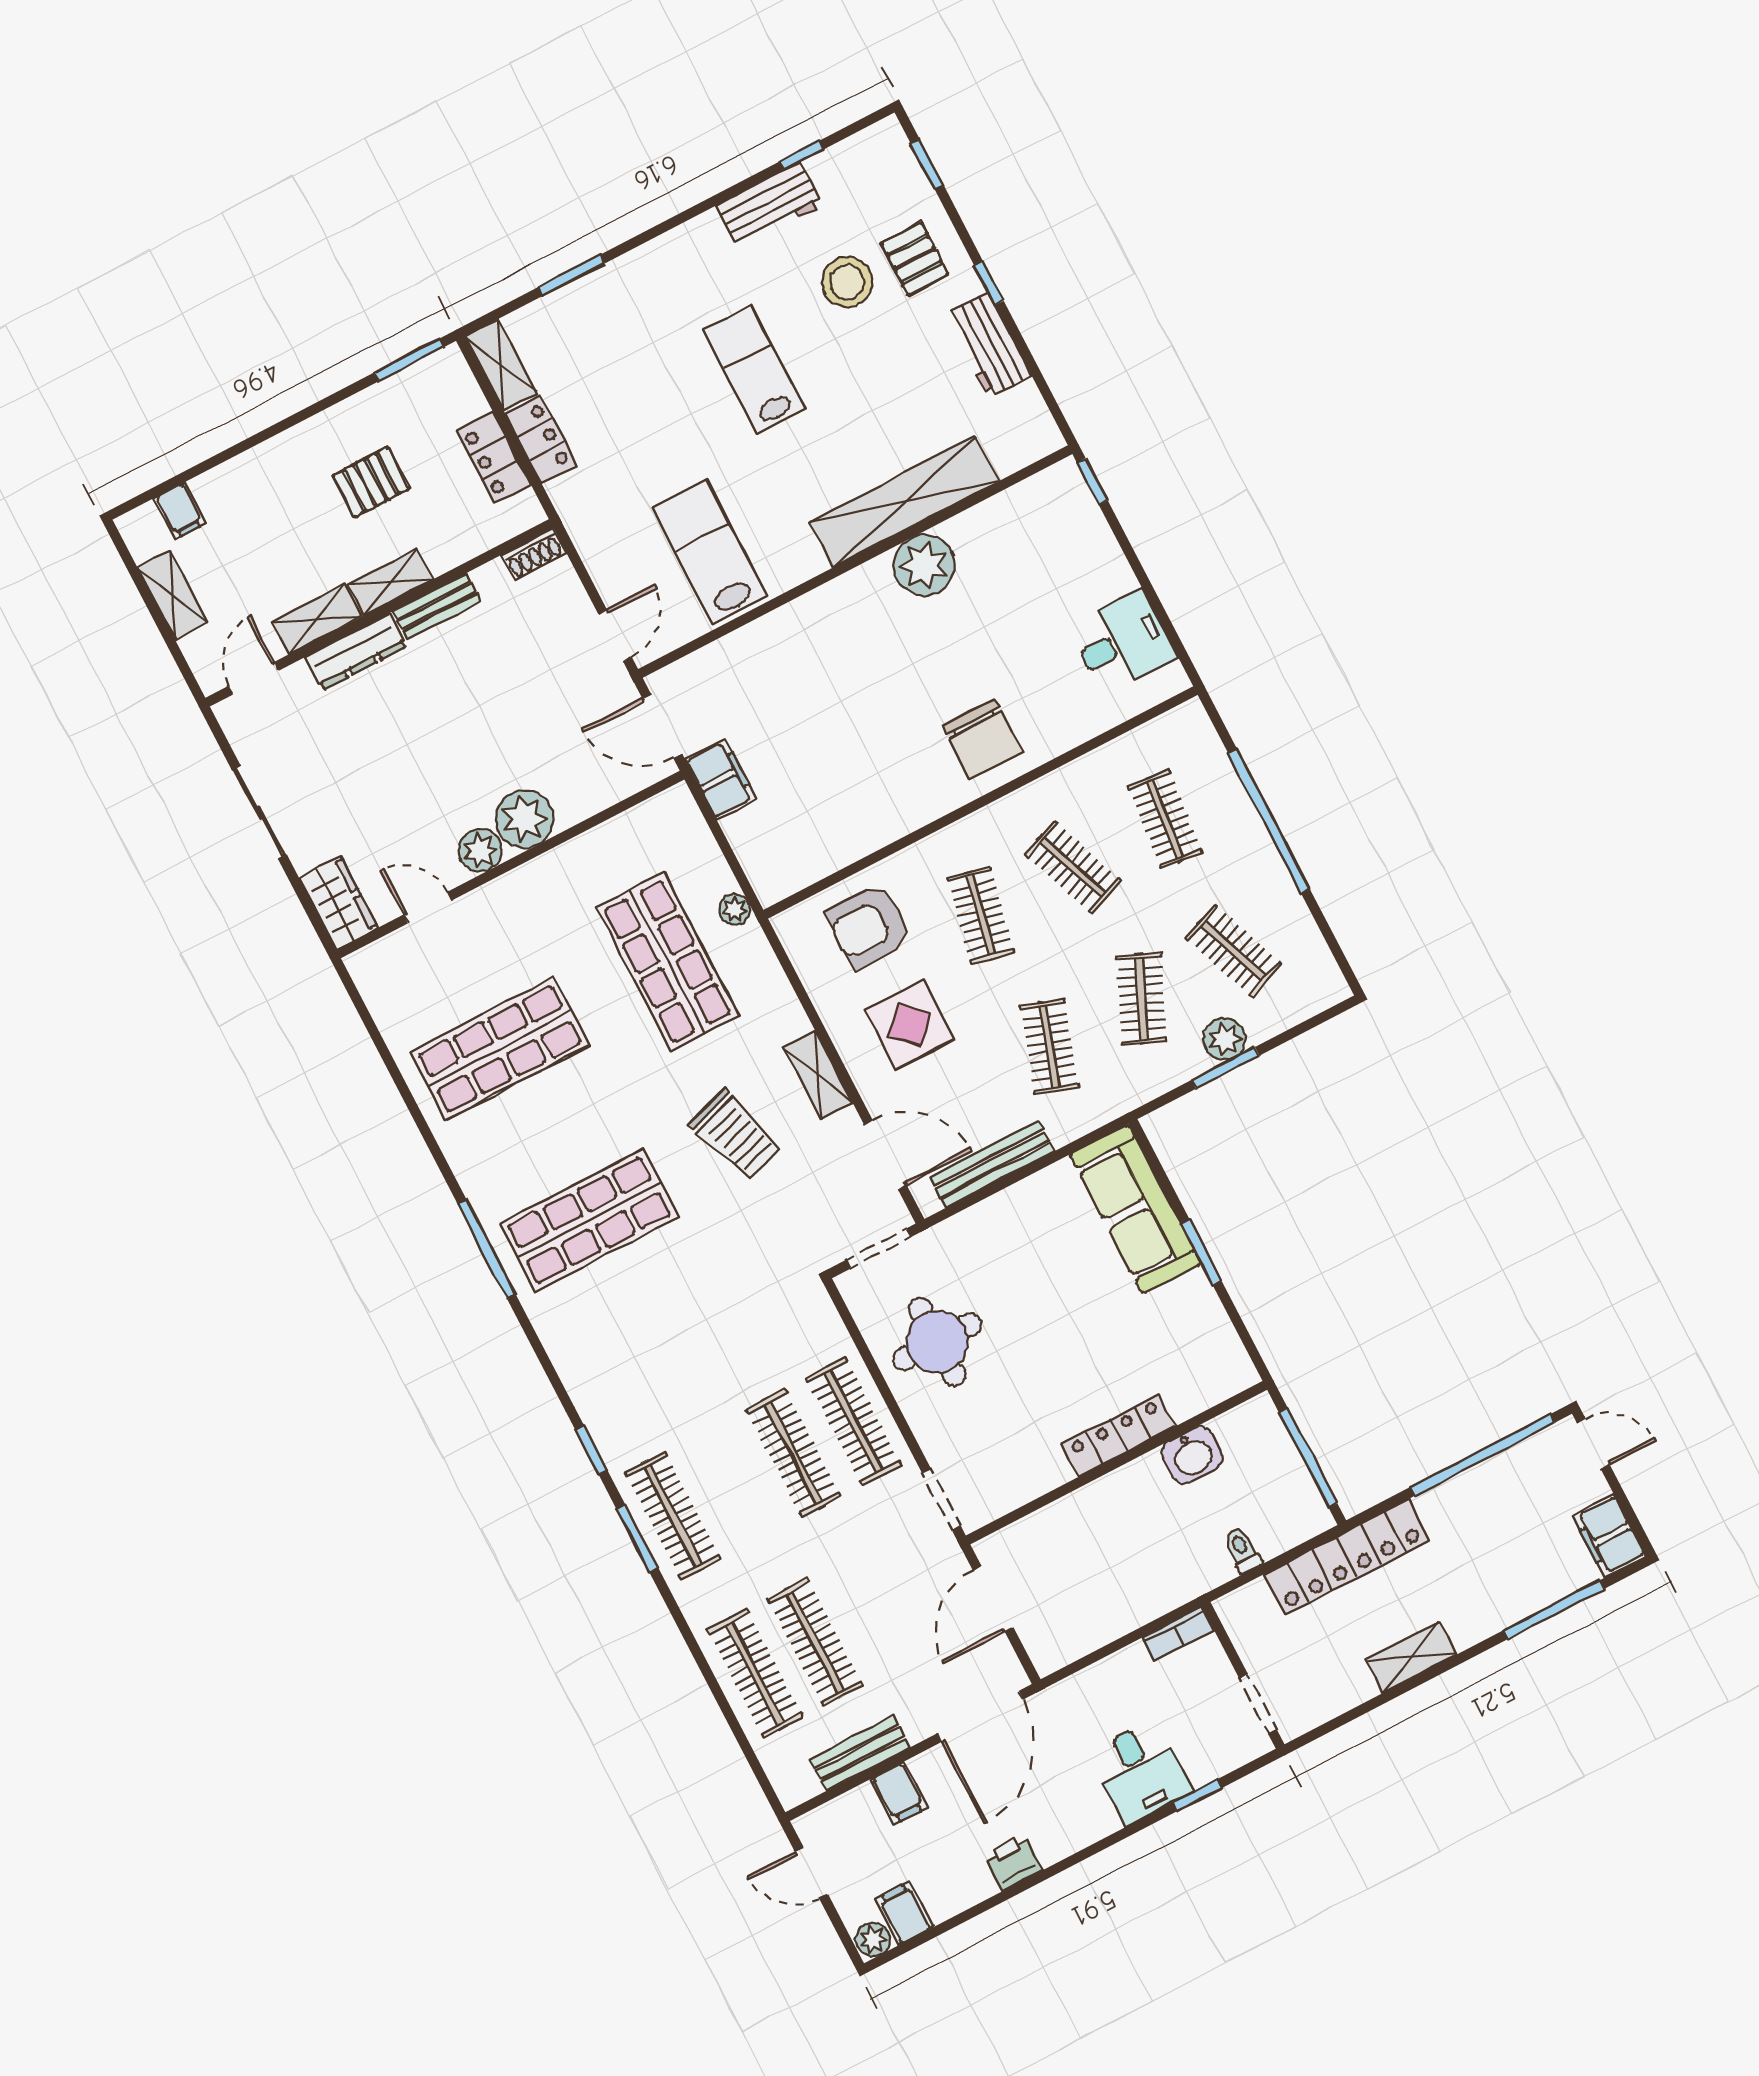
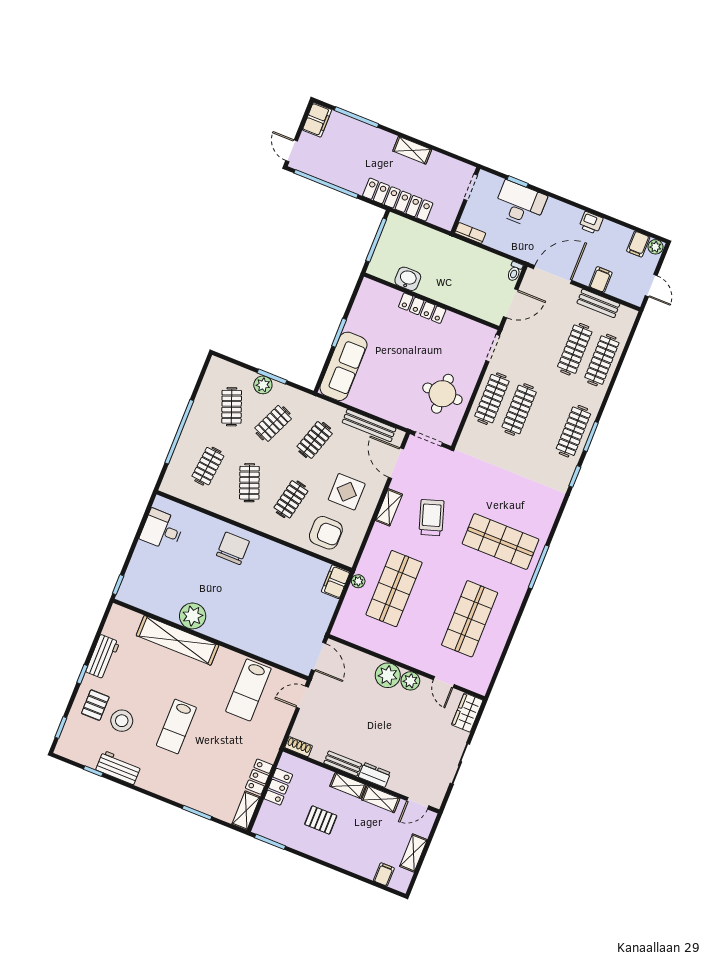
dresser: (356, 652) -> (374, 775), width x0.70
filing cabinet: (721, 779) -> (336, 582), moved
shop shelf: (500, 1049) -> (470, 619), turned 90
toilet: (1242, 1550) -> (515, 272), moved
desk: (1141, 1772) -> (520, 204), width x1.37

